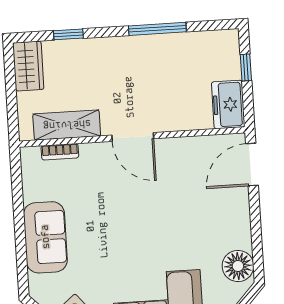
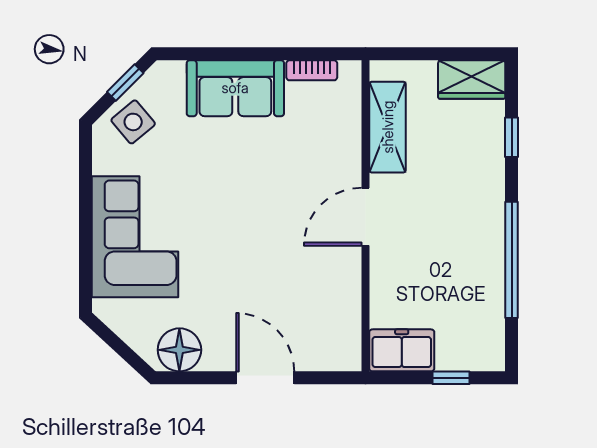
window: (157, 29) -> (512, 260), width x1.46
bookcase: (60, 152) -> (312, 70), moved, turned -90
door: (252, 165) -> (265, 378), moved

